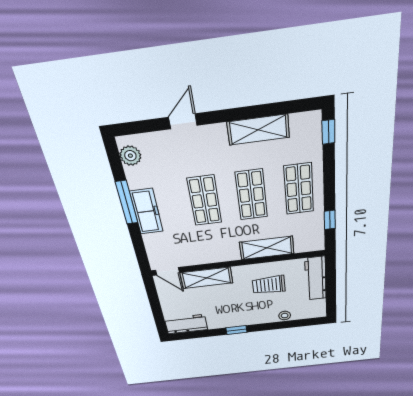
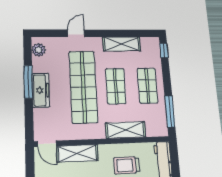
shop shelf: (205, 201) -> (83, 87), width x2.00, depth x1.36
window: (330, 220) -> (170, 111), width x2.17

